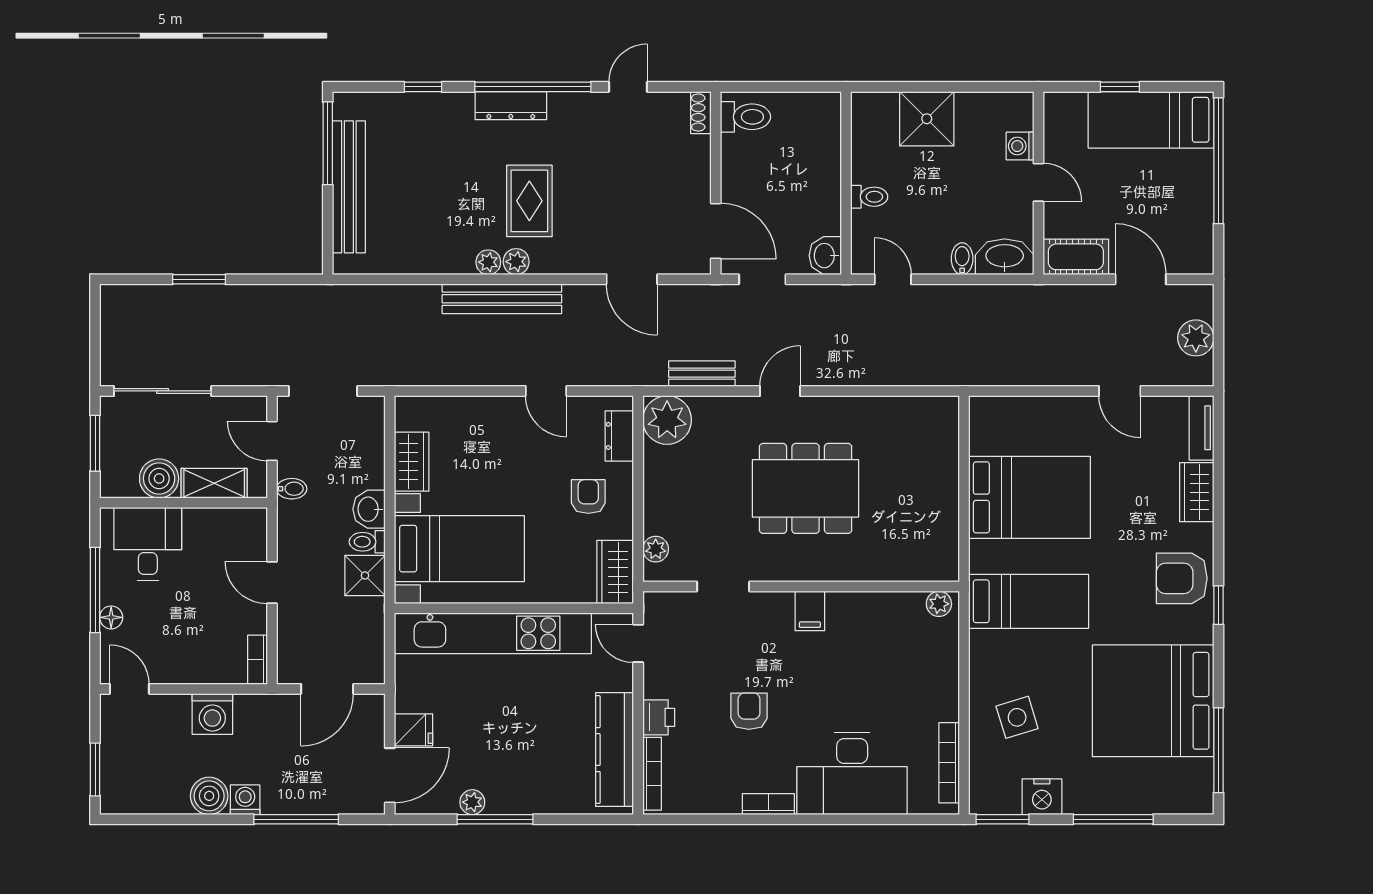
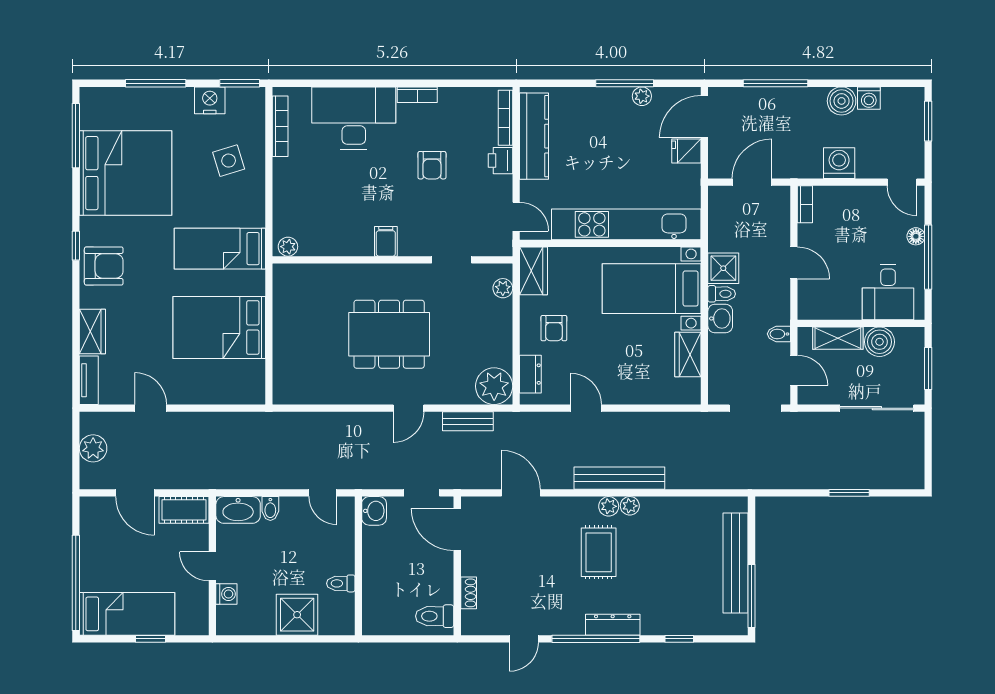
shoe rack: (701, 113) -> (469, 593), moved
toilet: (869, 197) -> (341, 583), moved
washing machine: (245, 800) -> (869, 98), moved

